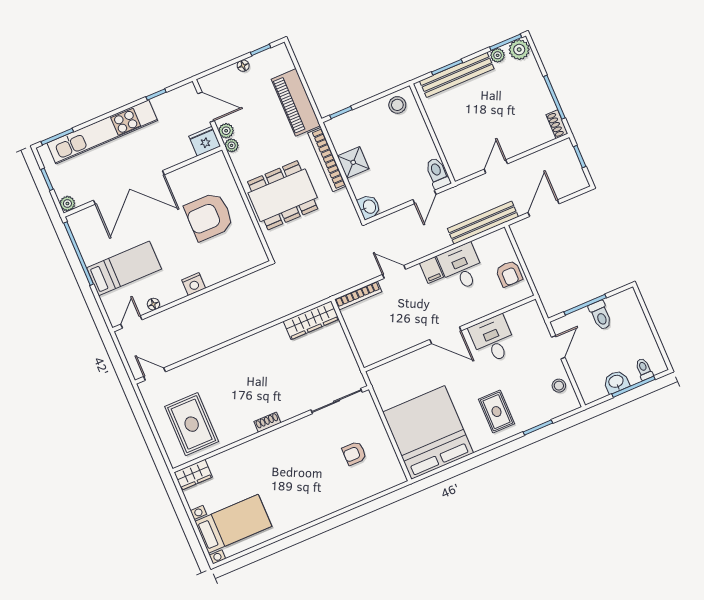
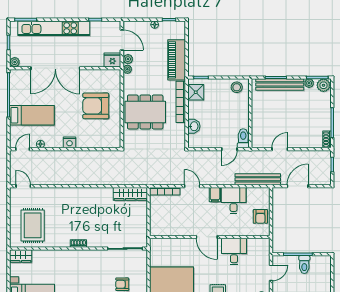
shower: (353, 162) -> (196, 92), moved
washbasin: (369, 207) -> (194, 126), moved

